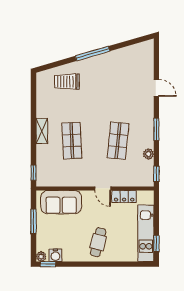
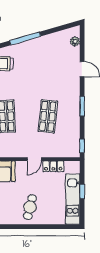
plant: (148, 154) -> (75, 41), moved
door: (103, 188) -> (34, 159), hinge flipped
window: (156, 244) -> (82, 191), moved

